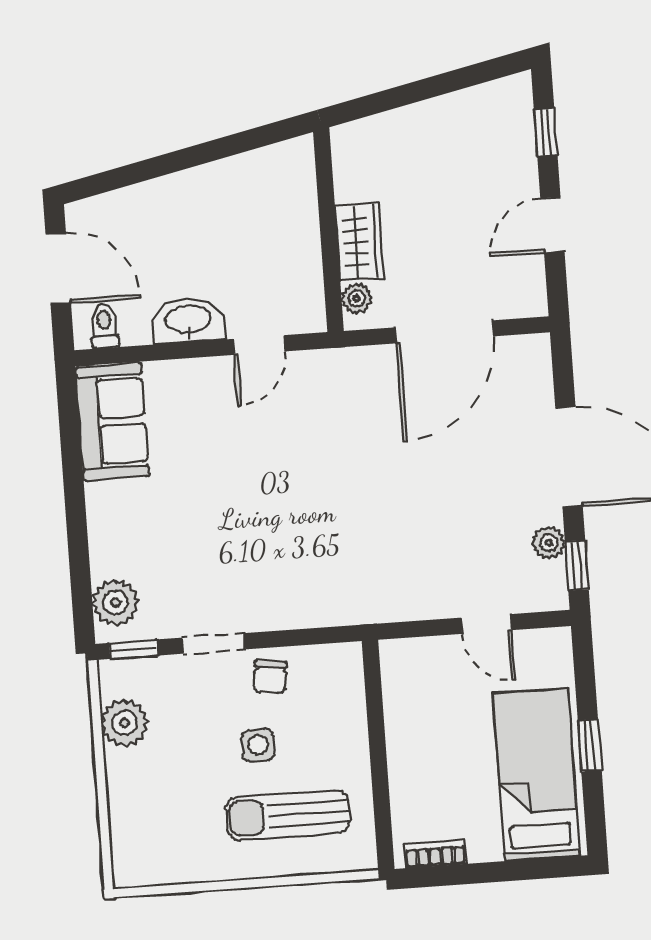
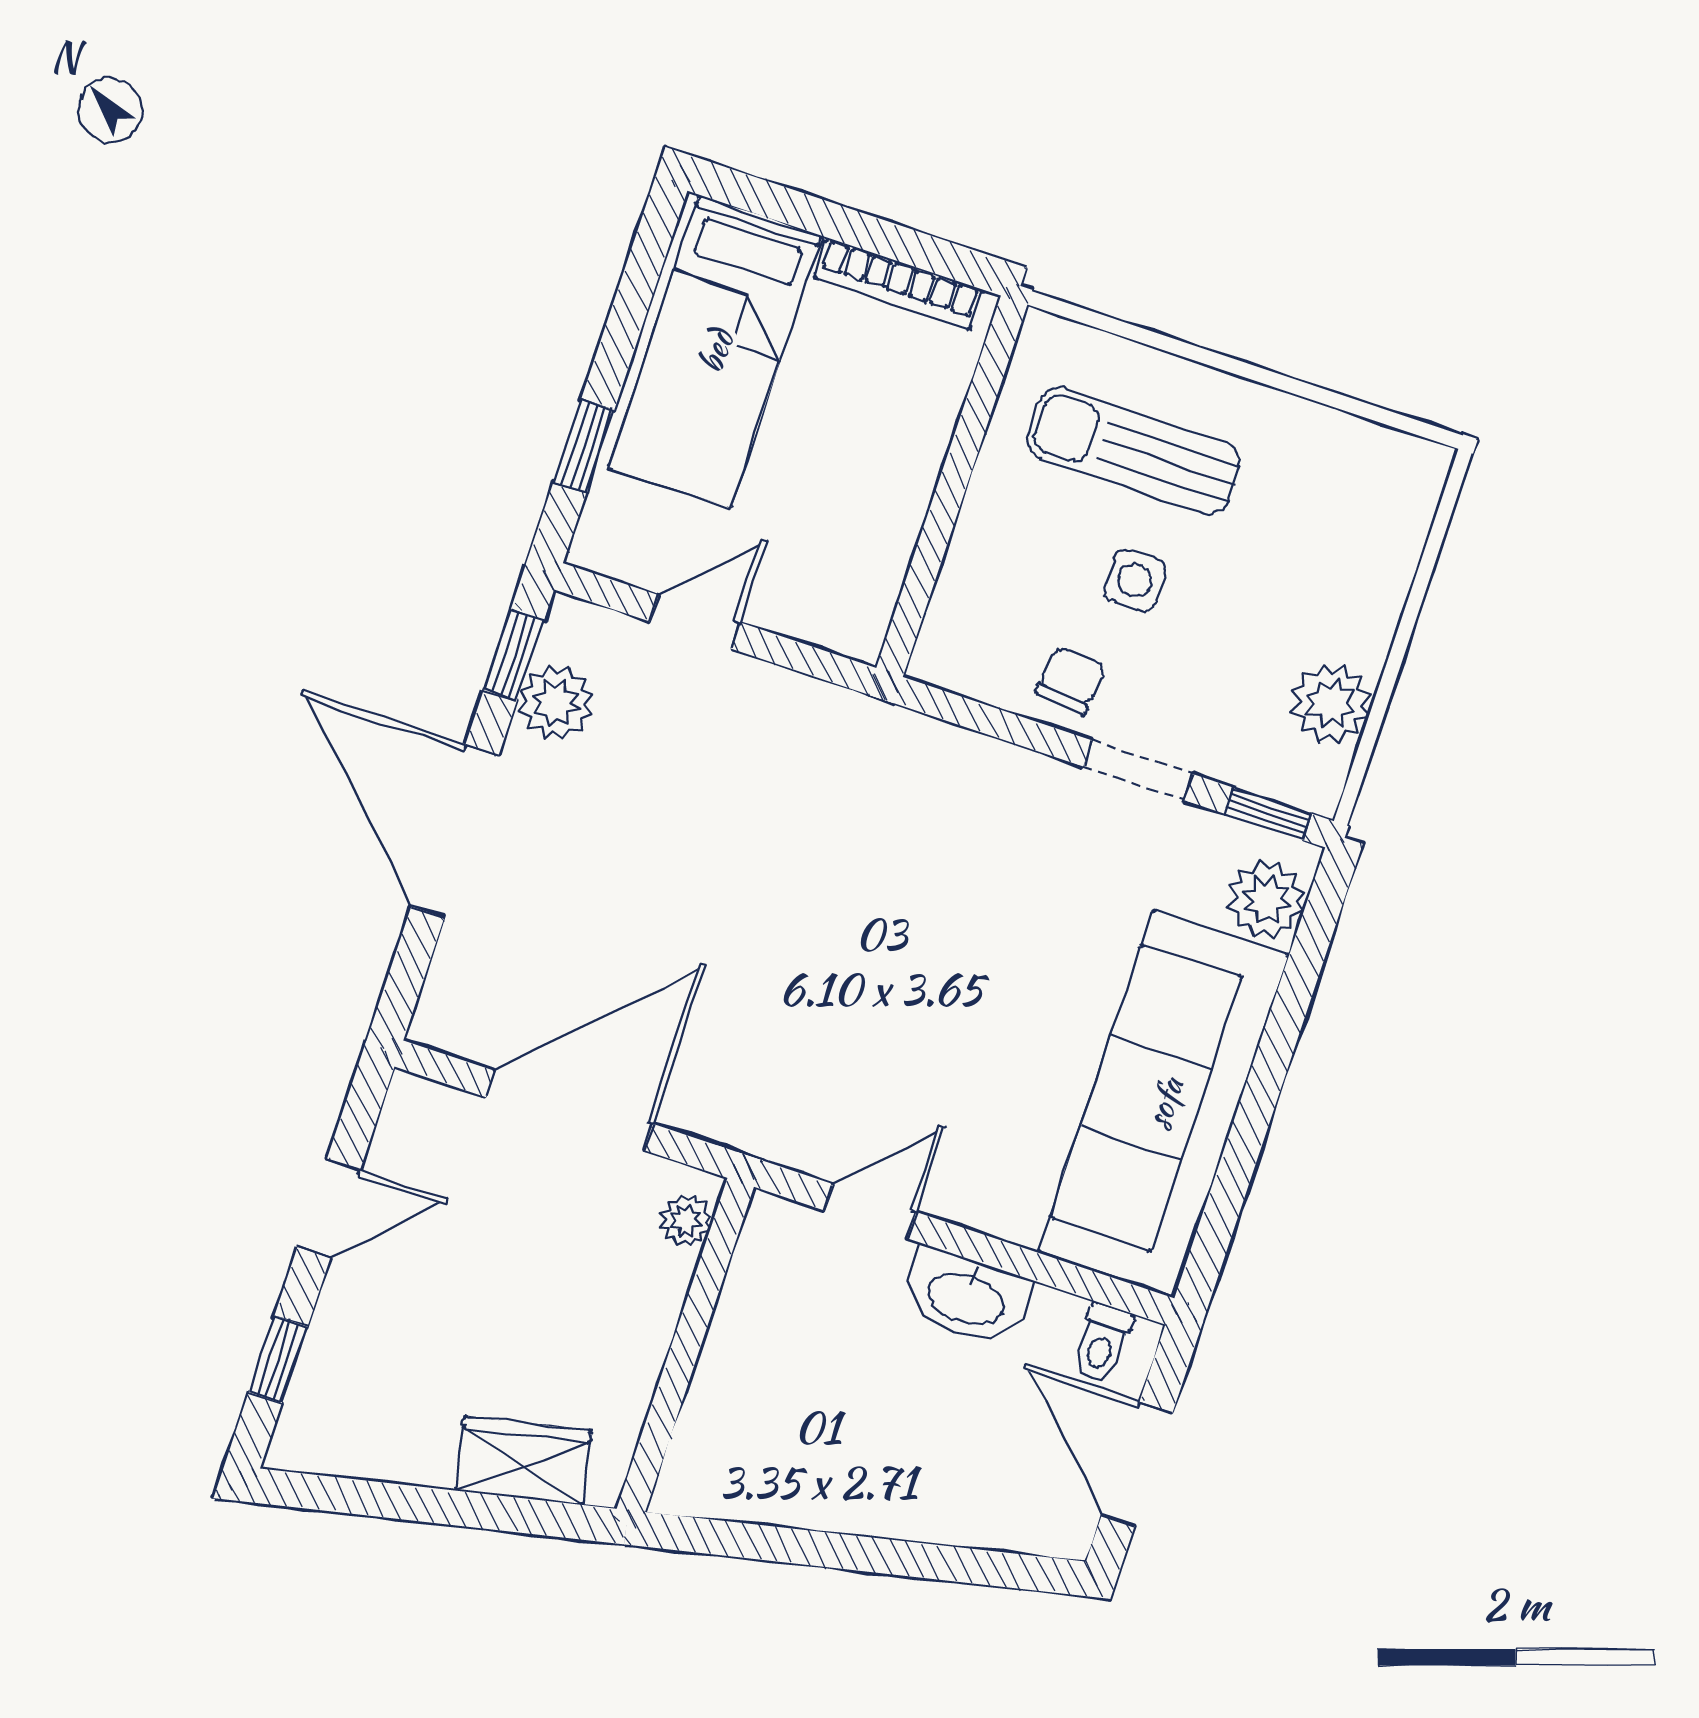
wardrobe: (359, 242) -> (524, 1461), moved, turned 78
sofa: (112, 421) -> (1164, 1103), width x1.85, depth x1.27
plant: (549, 543) -> (556, 703), width x1.38, depth x1.38
door: (486, 624) -> (695, 622), hinge flipped
window: (590, 745) -> (584, 446), moved
sun lounger: (288, 815) -> (1134, 451), turned 180
bookcase: (435, 854) -> (898, 283), width x1.56

